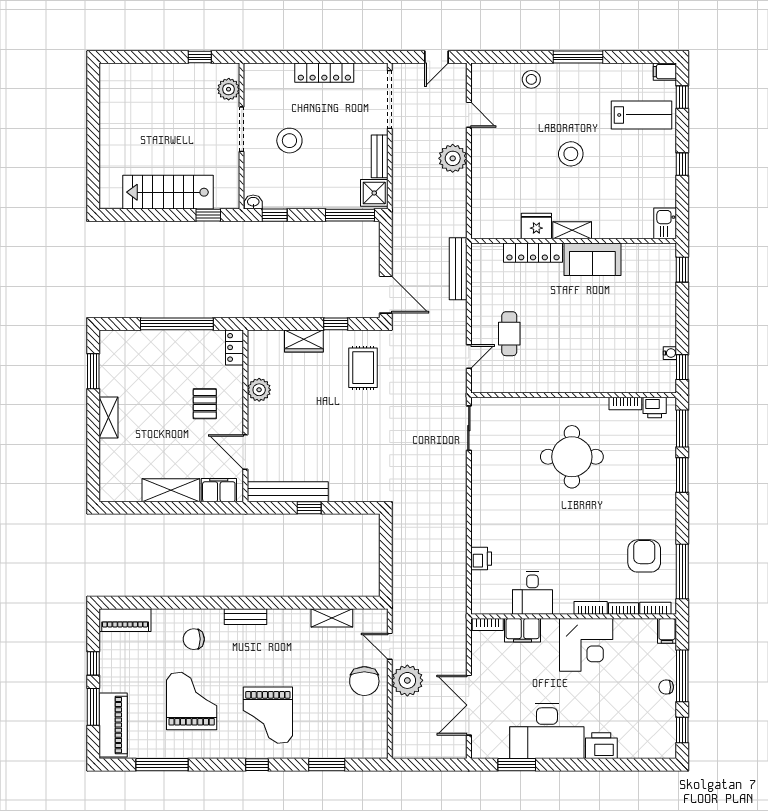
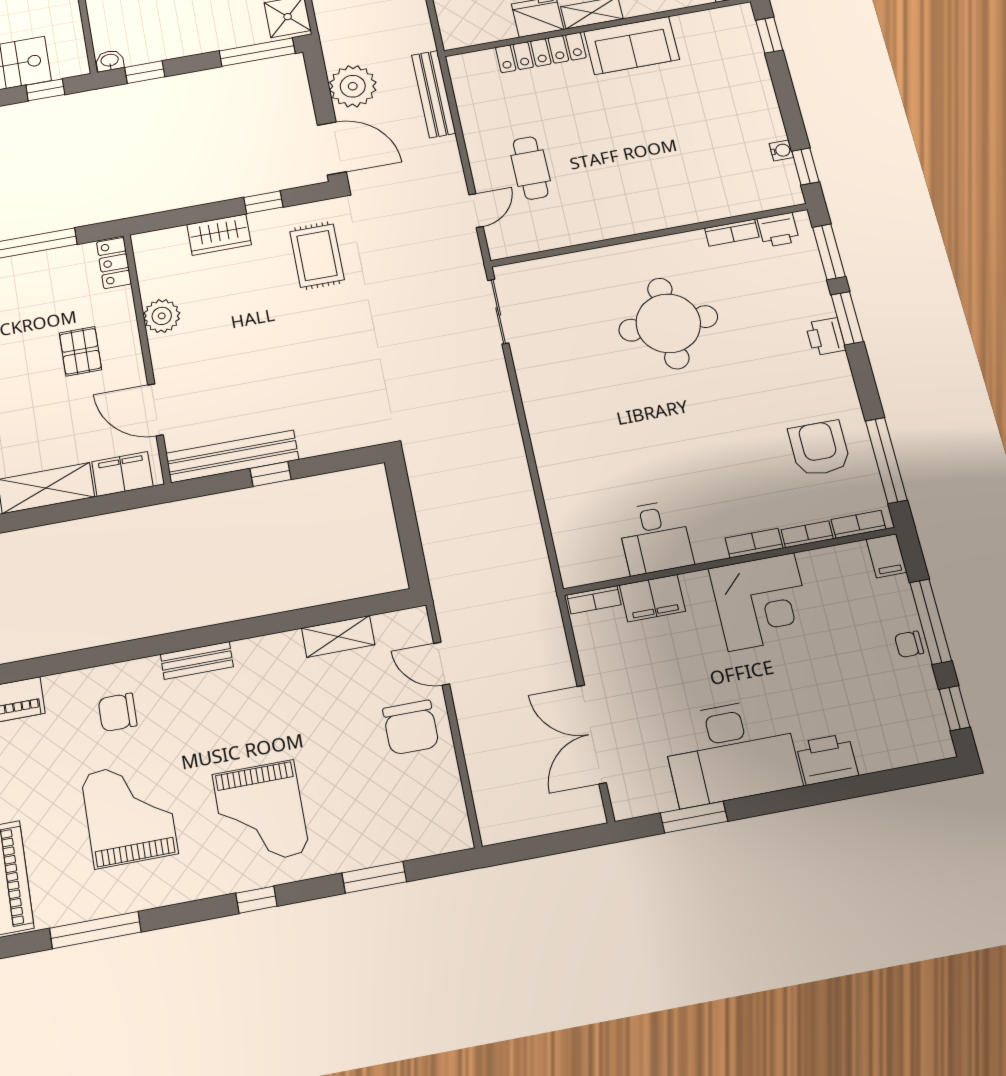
printer: (481, 559) -> (826, 337), moved, turned 180
plant: (407, 680) -> (353, 86), moved

